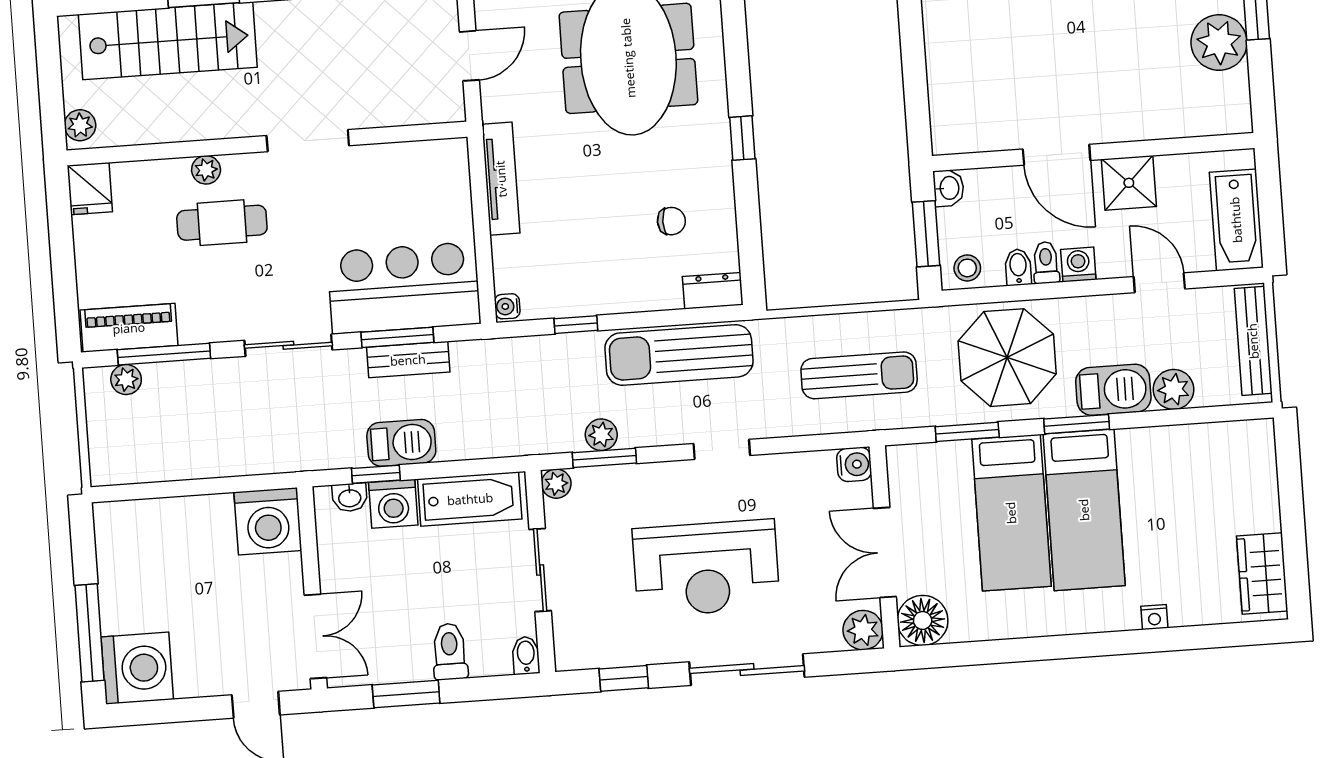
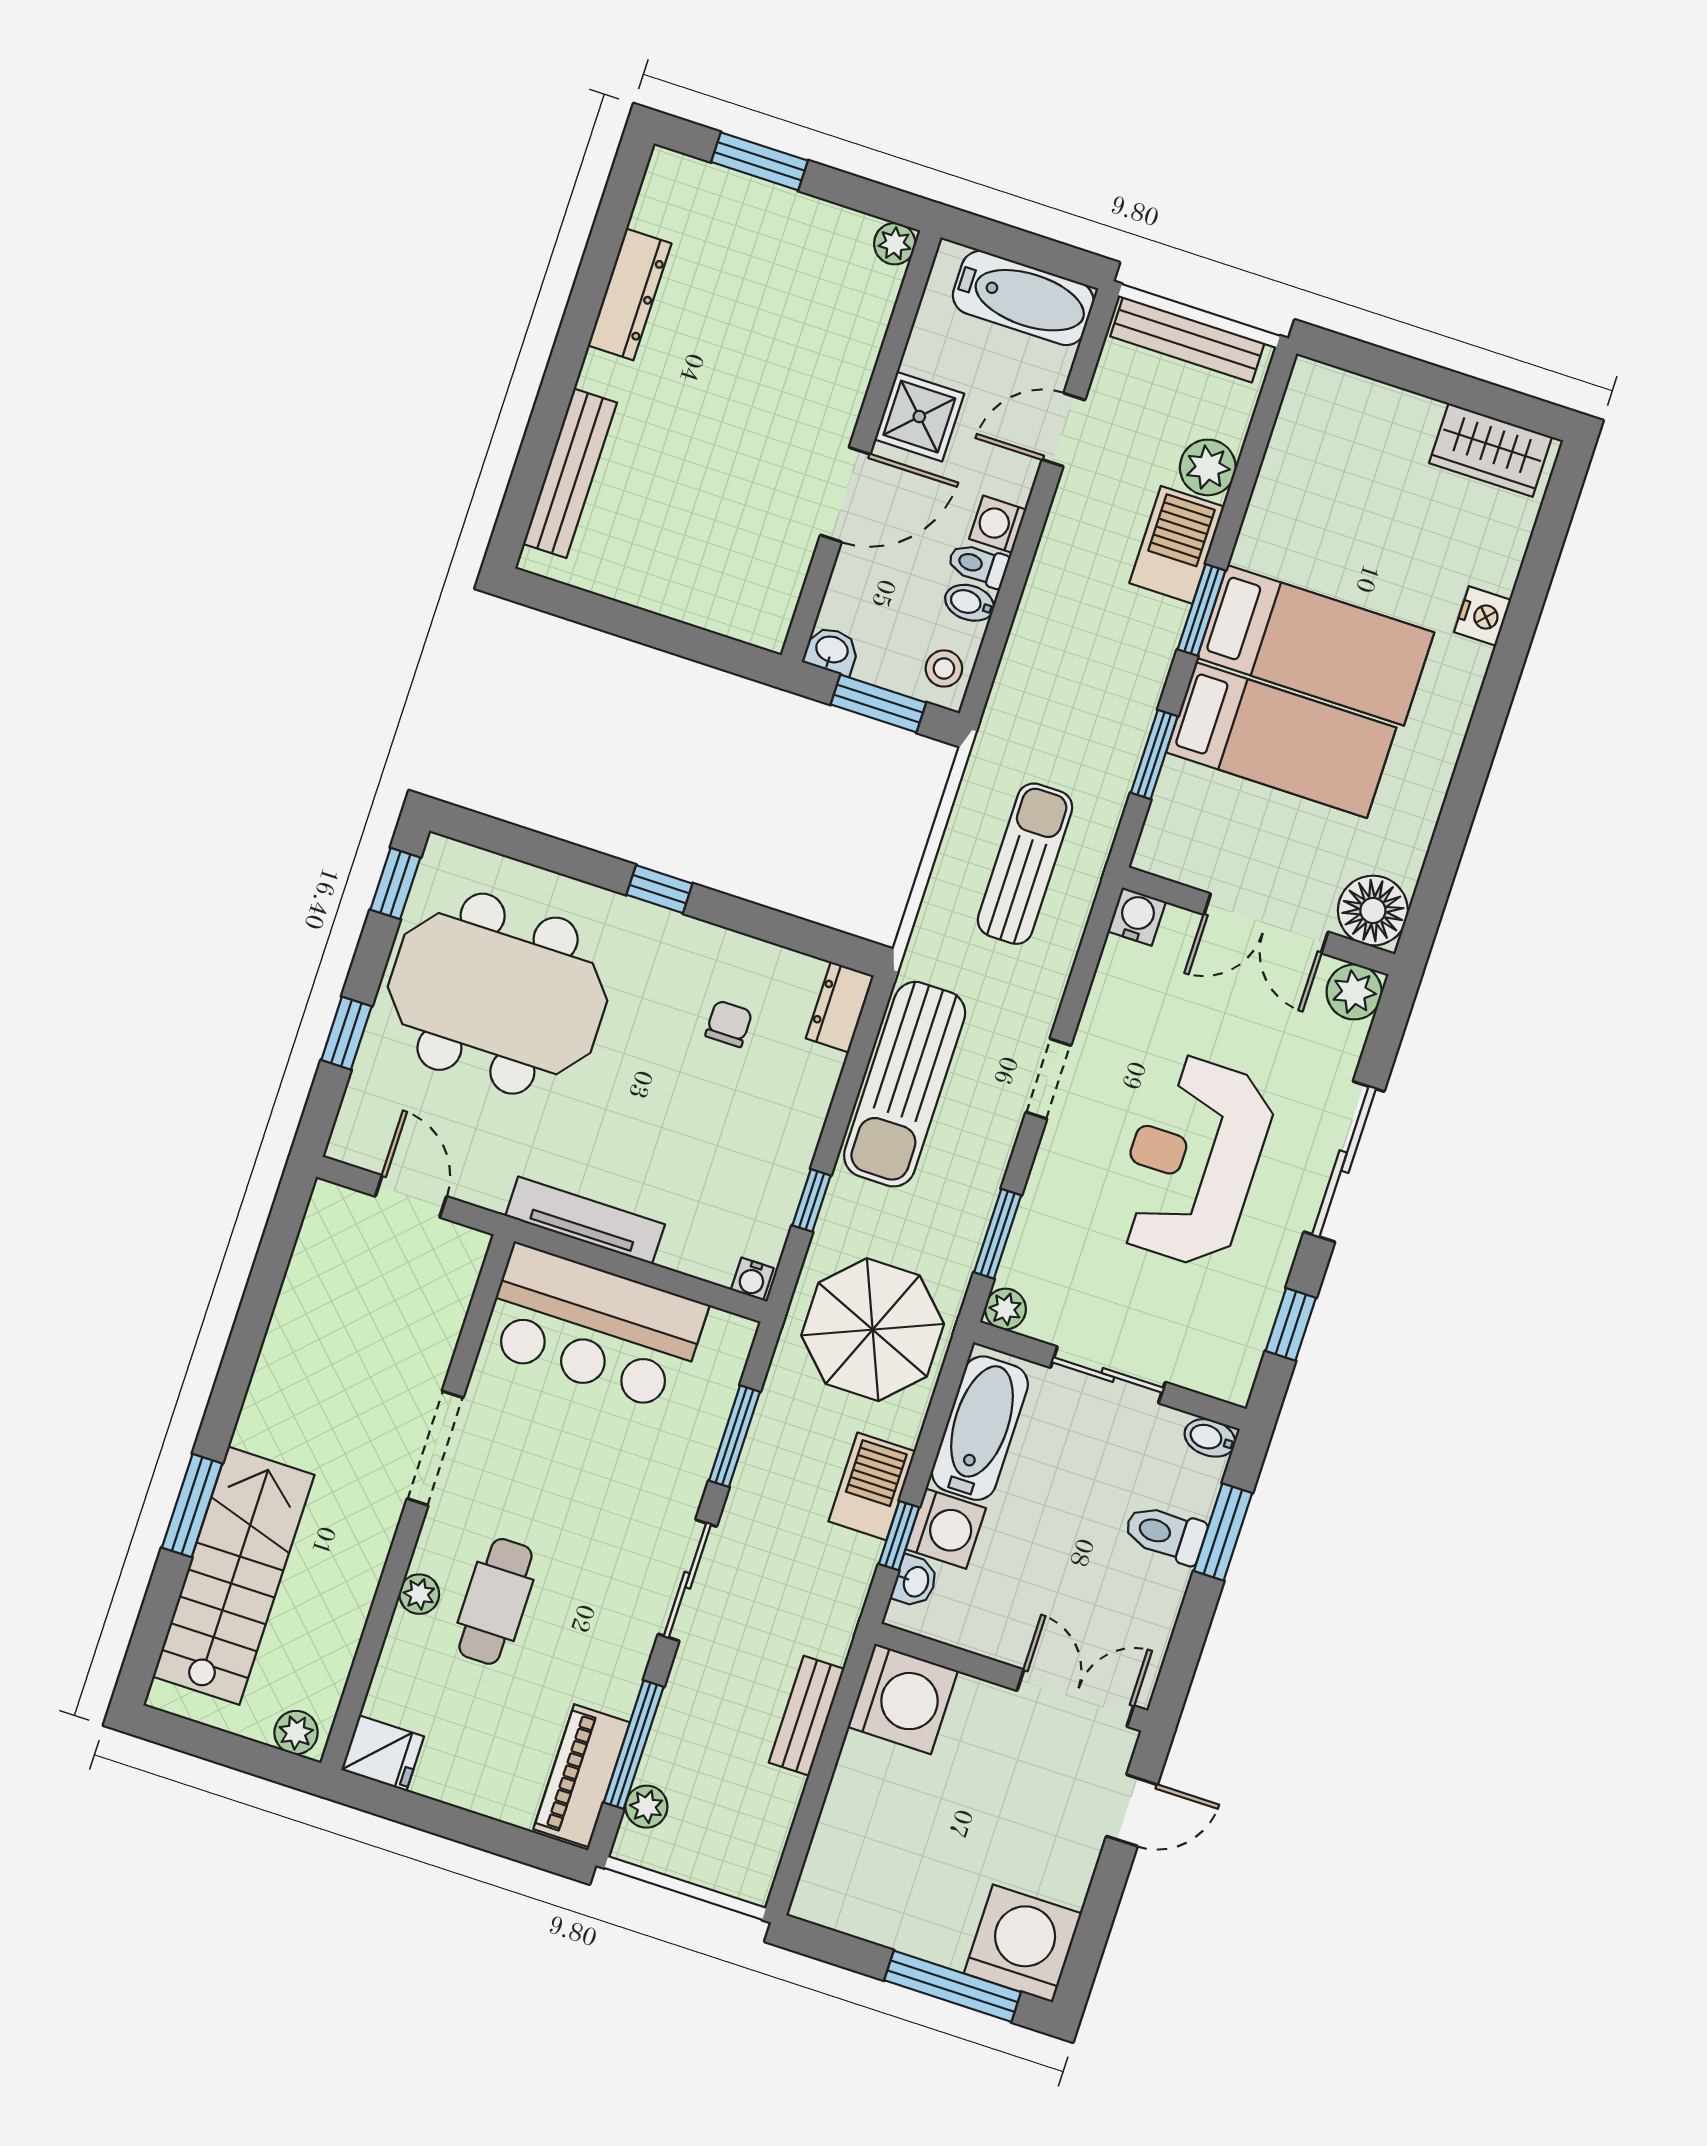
plant: (1219, 42) -> (895, 244), moved, width x0.53, depth x0.53
bar counter: (404, 288) -> (594, 1327), moved, turned -90
parasol: (1007, 358) -> (873, 1330), moved
bench: (408, 360) -> (807, 1716), moved
plant: (601, 435) -> (966, 1226), removed
reception desk: (706, 568) -> (1193, 1161), turned 180
nightstand: (1154, 617) -> (1483, 616), width x1.39, depth x1.35
window: (406, 694) -> (1223, 1532), moved

